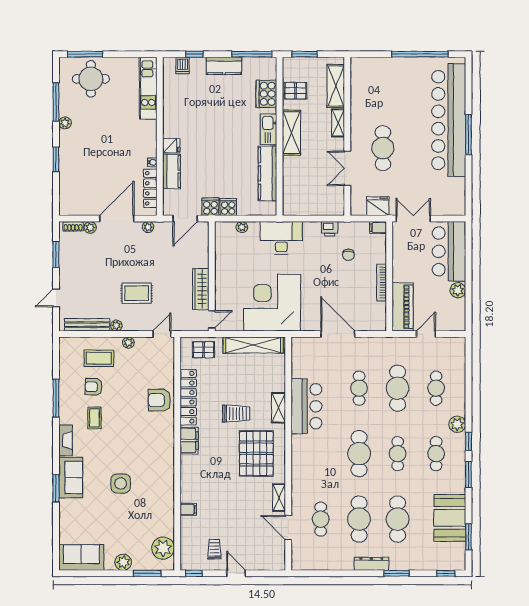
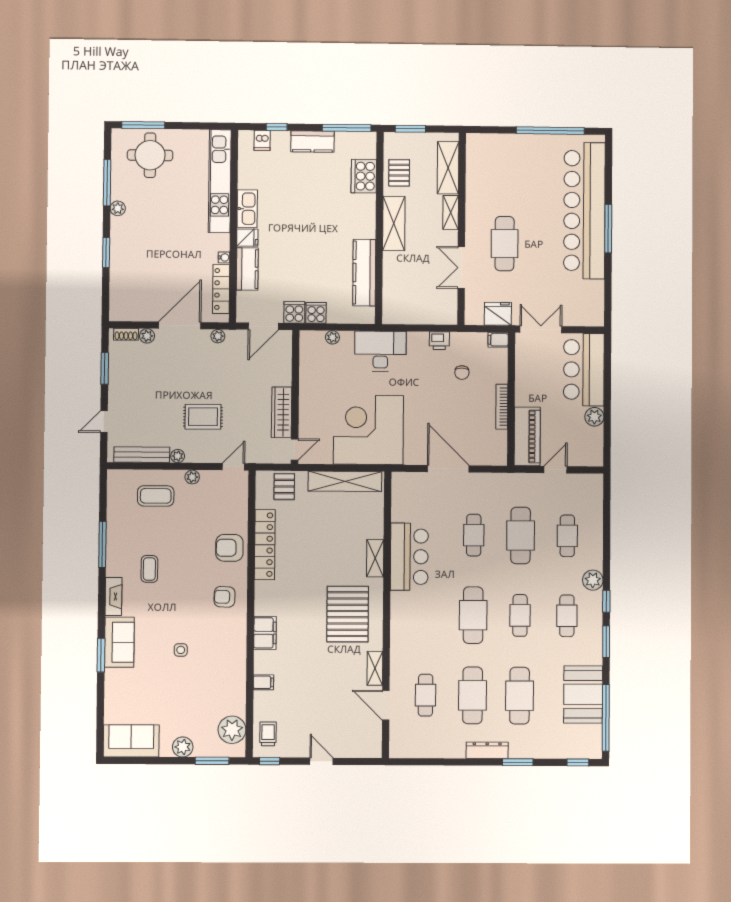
kitchen unit: (148, 88) -> (220, 181), width x1.36
pallet: (295, 91) -> (399, 173), turned 90
kitchen sink: (268, 129) -> (247, 209), moved, turned 180
pallet: (204, 350) -> (284, 487), turned 90
armchair: (94, 387) -> (224, 597), moved
trolley: (236, 414) -> (323, 565), removed
filing cabinet: (189, 441) -> (265, 633), moved
side table: (121, 484) -> (181, 650), width x0.54, depth x0.54
window: (468, 537) -> (606, 718), width x2.11
trolley: (214, 549) -> (268, 734), moved

